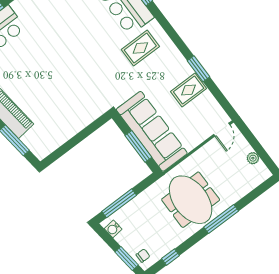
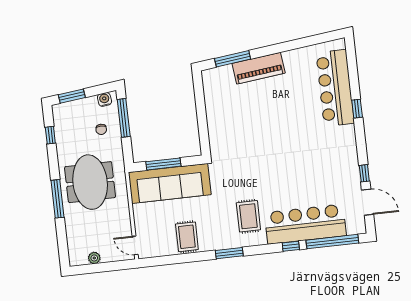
window: (198, 69) -> (229, 253), moved
meeting table: (191, 200) -> (90, 182), turned 90
chair: (143, 256) -> (101, 129), moved

